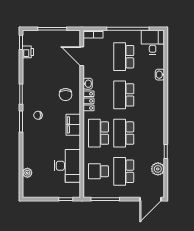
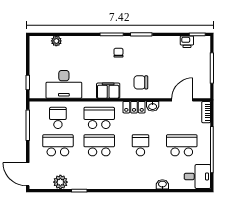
school desk: (124, 95) -> (140, 145), width x0.54

